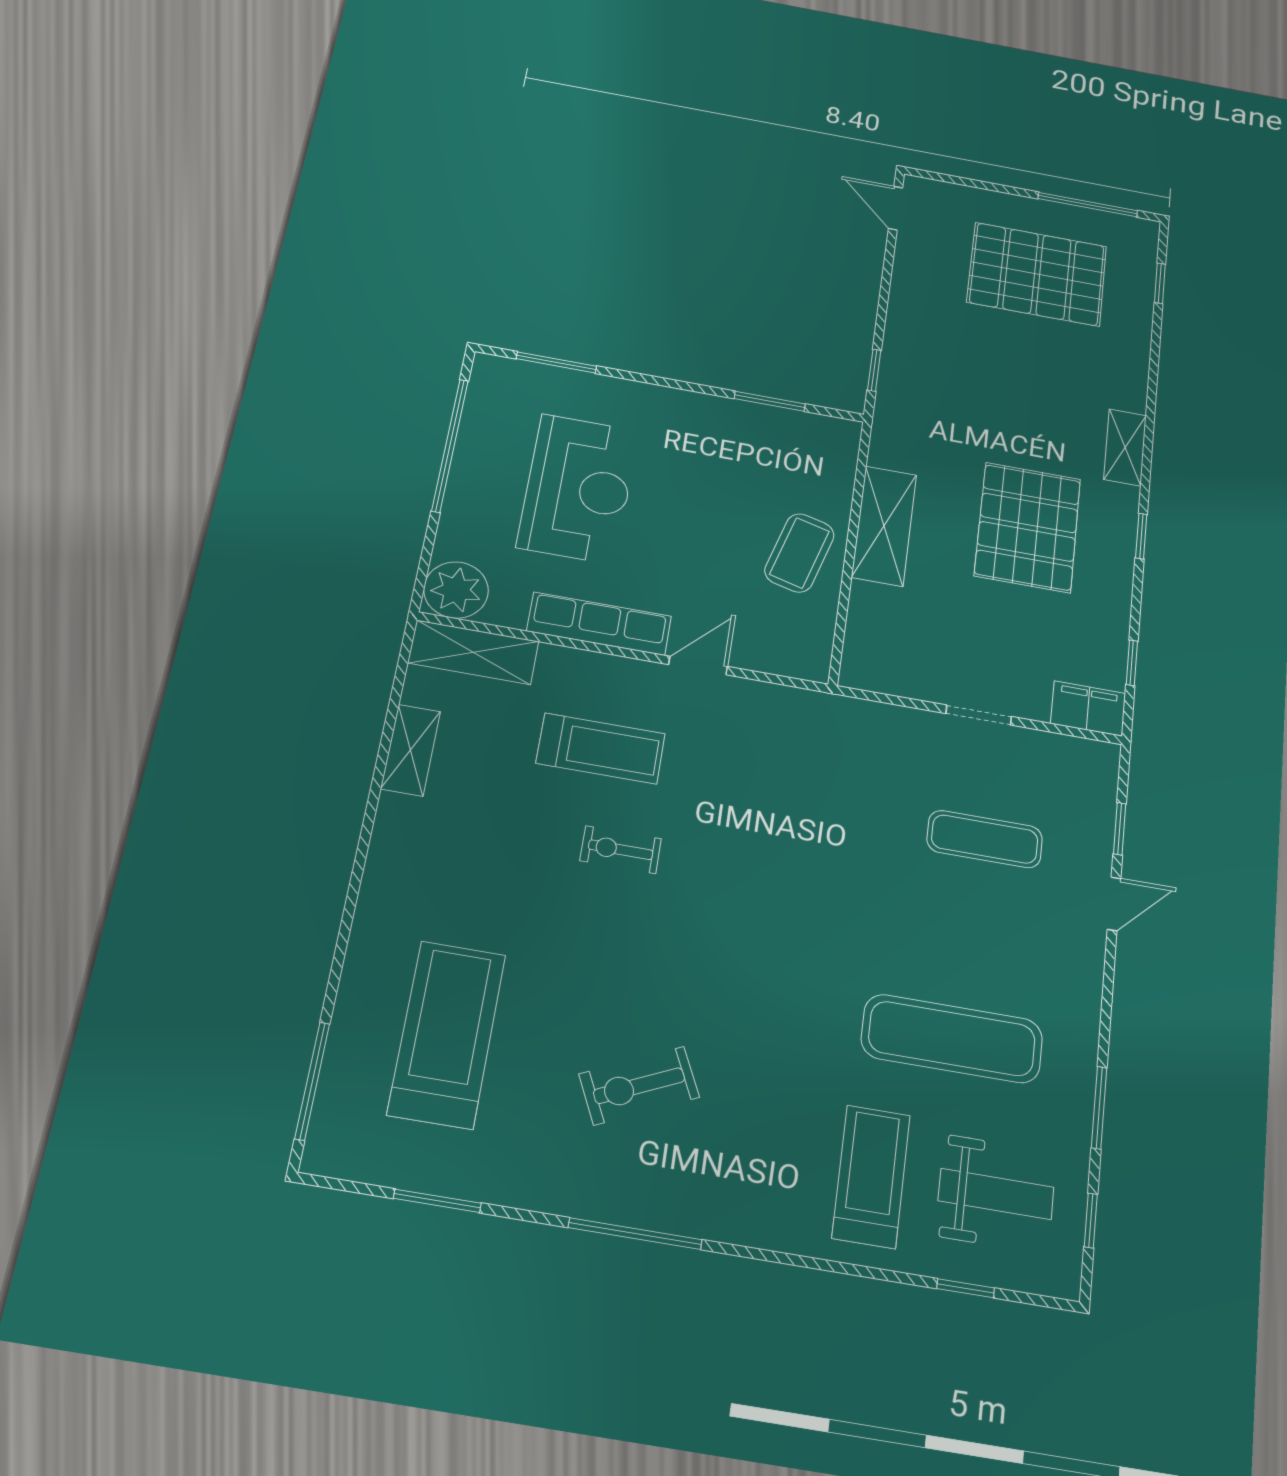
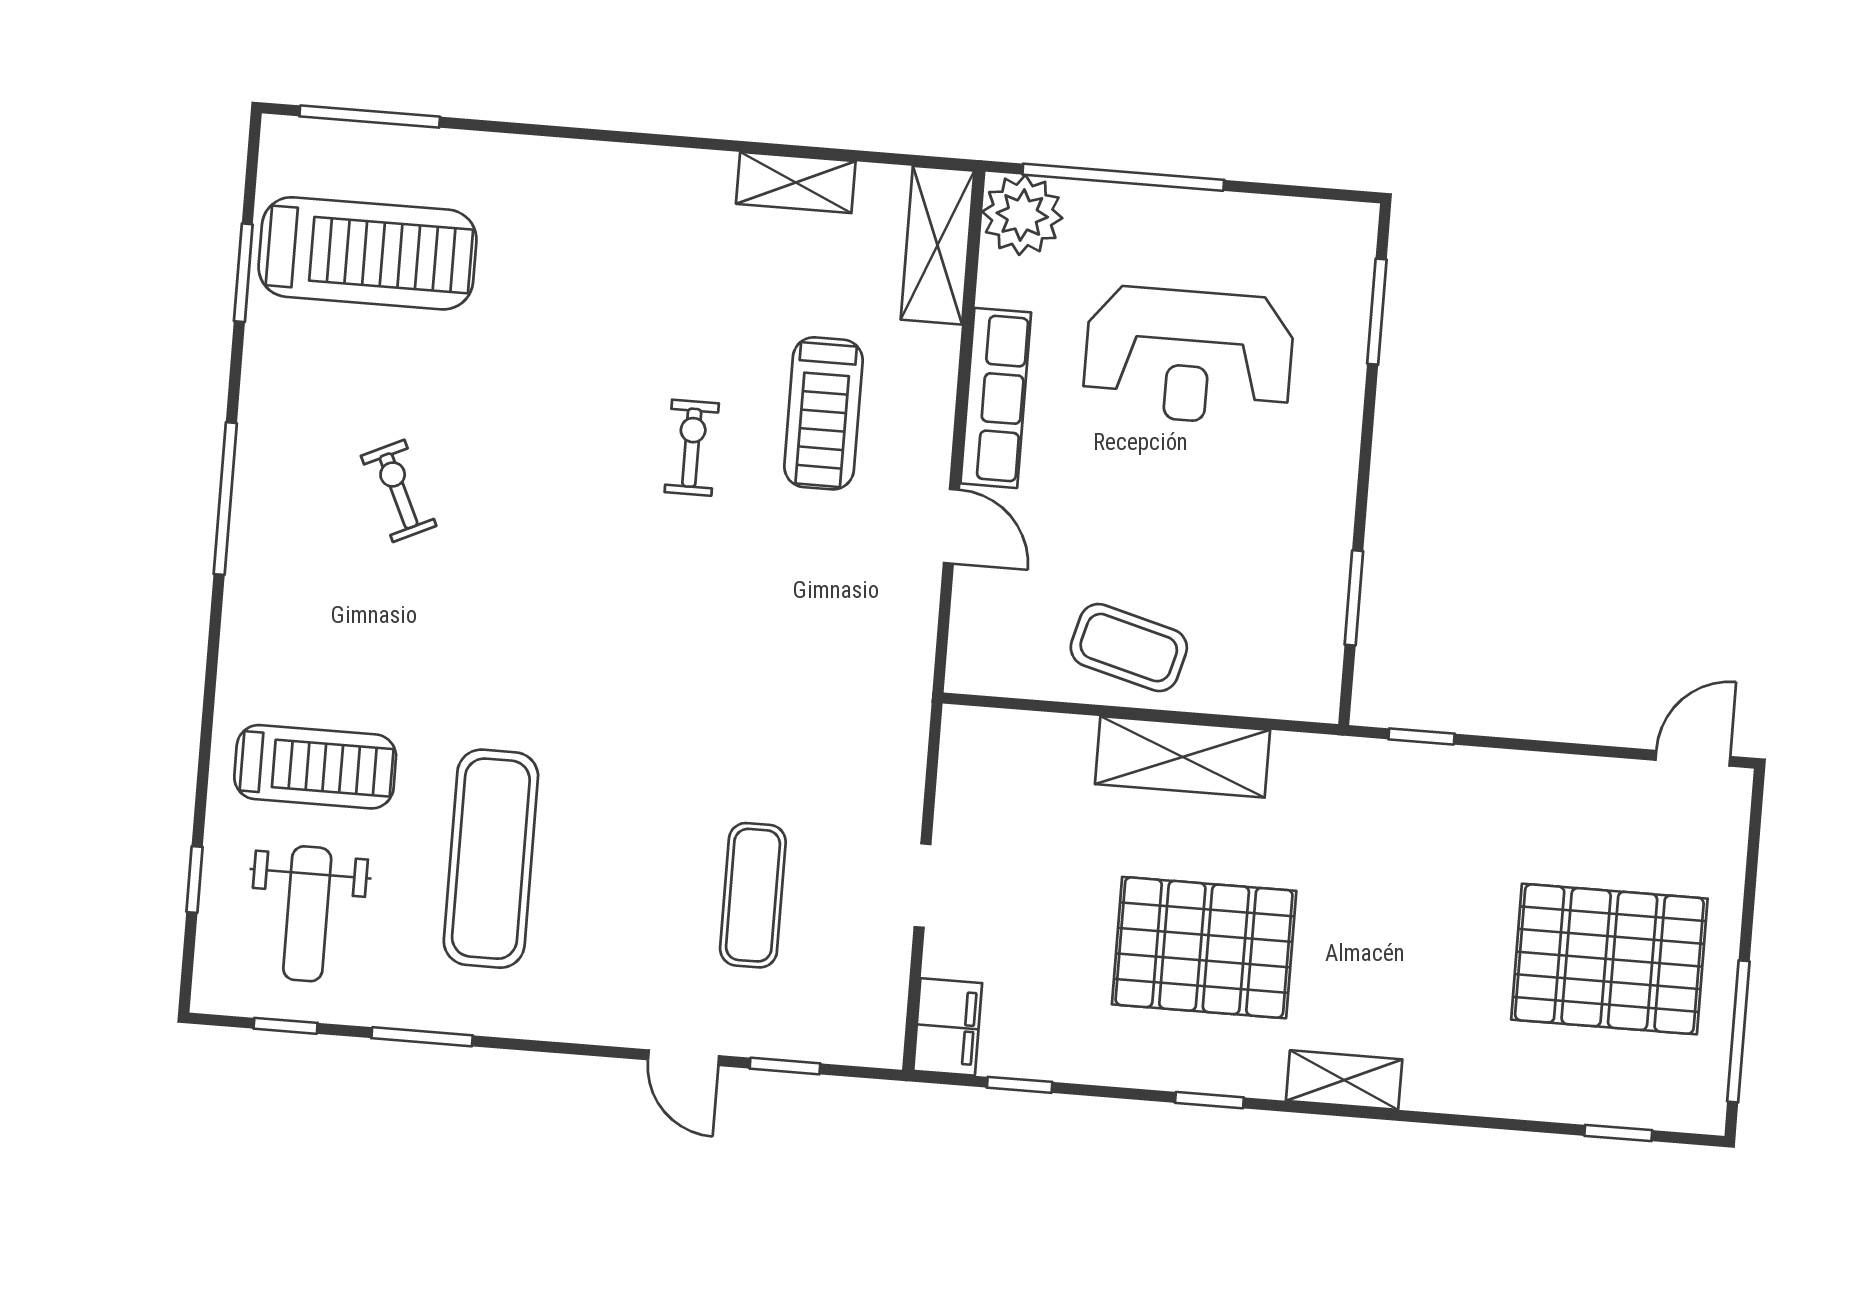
pallet: (1037, 274) -> (1609, 959), turned 90
window: (450, 445) -> (1123, 177), moved
treadmill: (447, 1034) -> (368, 253), moved
exercise bike: (639, 1086) -> (399, 491), width x0.73, depth x0.72

